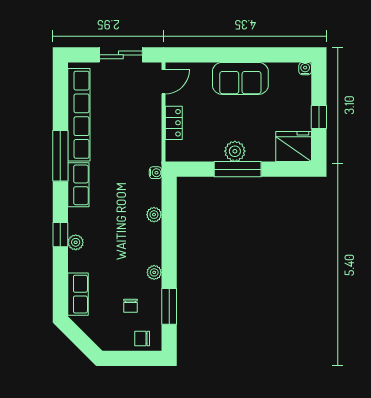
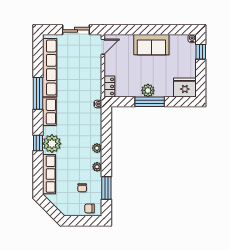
window: (319, 117) -> (201, 52), moved
locker: (174, 123) -> (109, 86), moved
plant: (154, 215) -> (97, 148), moved
plant: (76, 242) -> (52, 144), width x1.87, depth x1.87
row of seats: (78, 294) -> (49, 174), width x1.48

